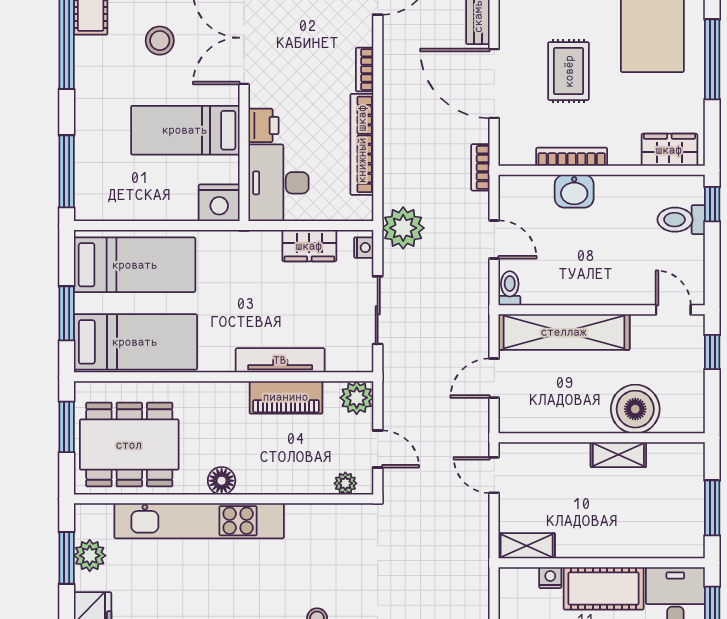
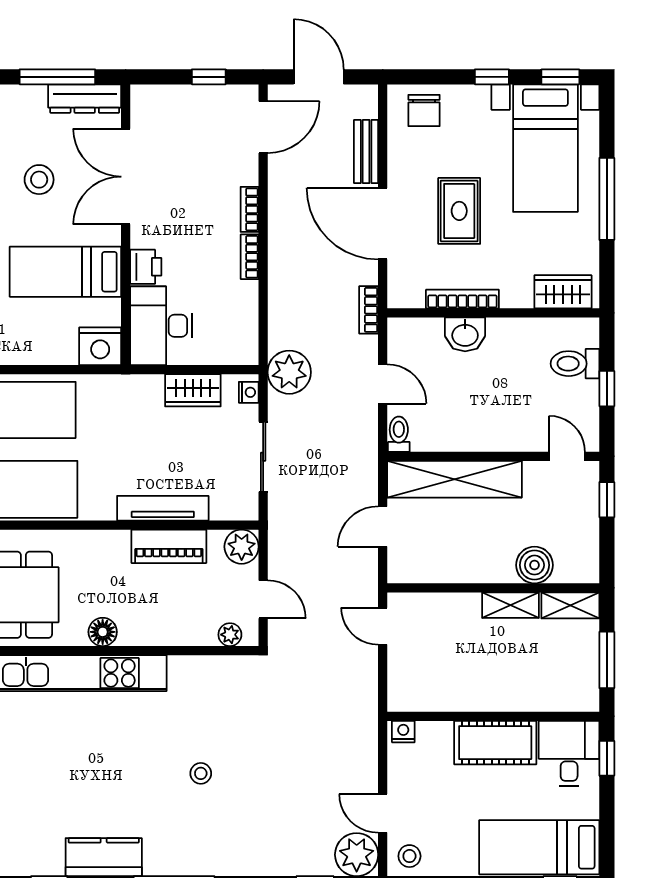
bookcase: (362, 144) -> (250, 257), width x0.43, depth x0.76
window: (712, 204) -> (607, 389), moved
boiler: (635, 409) -> (534, 565), width x0.73, depth x0.73
shelving: (527, 546) -> (570, 605), moved
nightstand: (550, 578) -> (403, 732), moved

